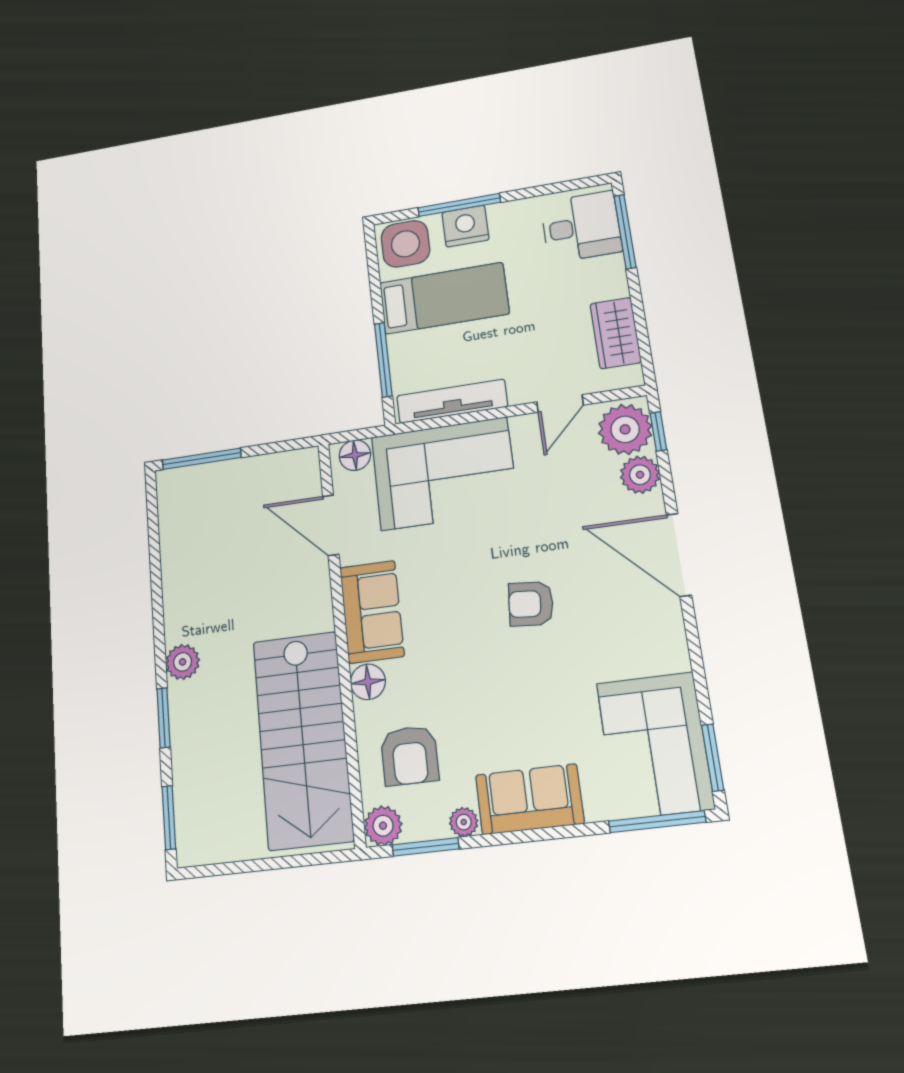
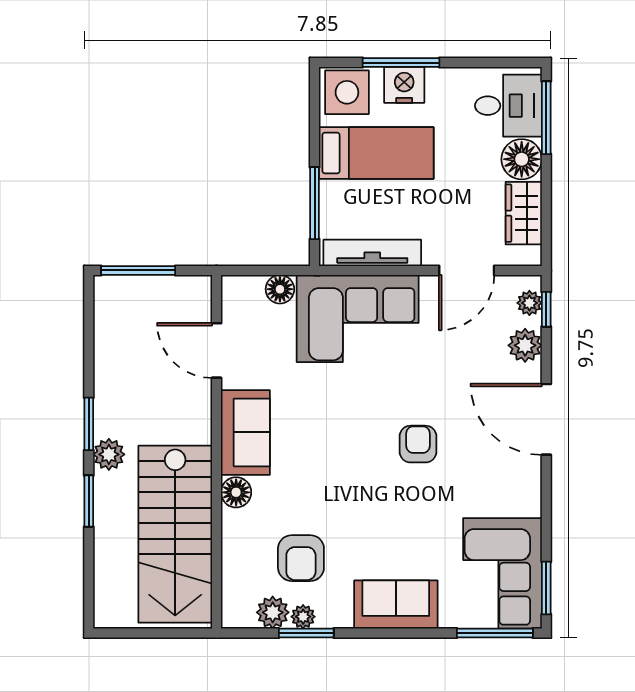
floor lamp: (604, 278) -> (522, 159), added
door: (560, 404) -> (467, 270), width x1.38
plant: (625, 429) -> (529, 303), width x0.53, depth x0.53
door: (331, 525) -> (216, 350), moved
armchair: (531, 604) -> (418, 444), turned 85
sofa: (372, 612) -> (245, 432), moved
wall: (341, 638) -> (216, 452), moved
floor lamp: (368, 682) -> (236, 492), moved
stairs: (303, 739) -> (175, 534), moved
window: (169, 818) -> (89, 424), moved
plant: (464, 822) -> (303, 617), moved

